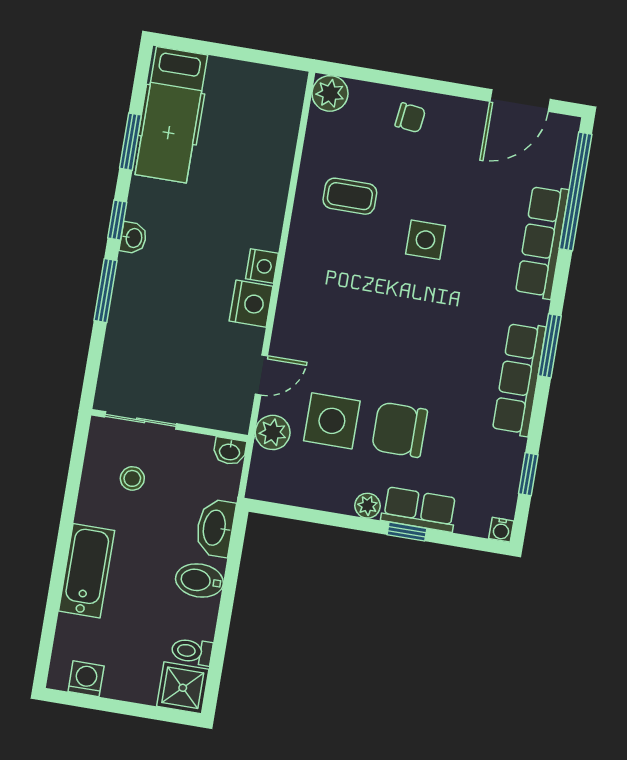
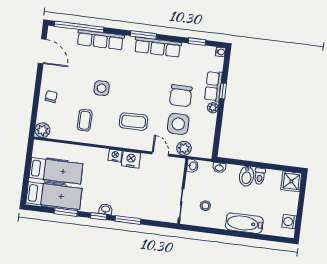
hospital bed: (231, 122) -> (56, 171), added
coffee table: (342, 314) -> (134, 121), added
washbasin: (215, 528) -> (219, 168), width x0.52, depth x0.69
toilet: (192, 651) -> (260, 176), moved

